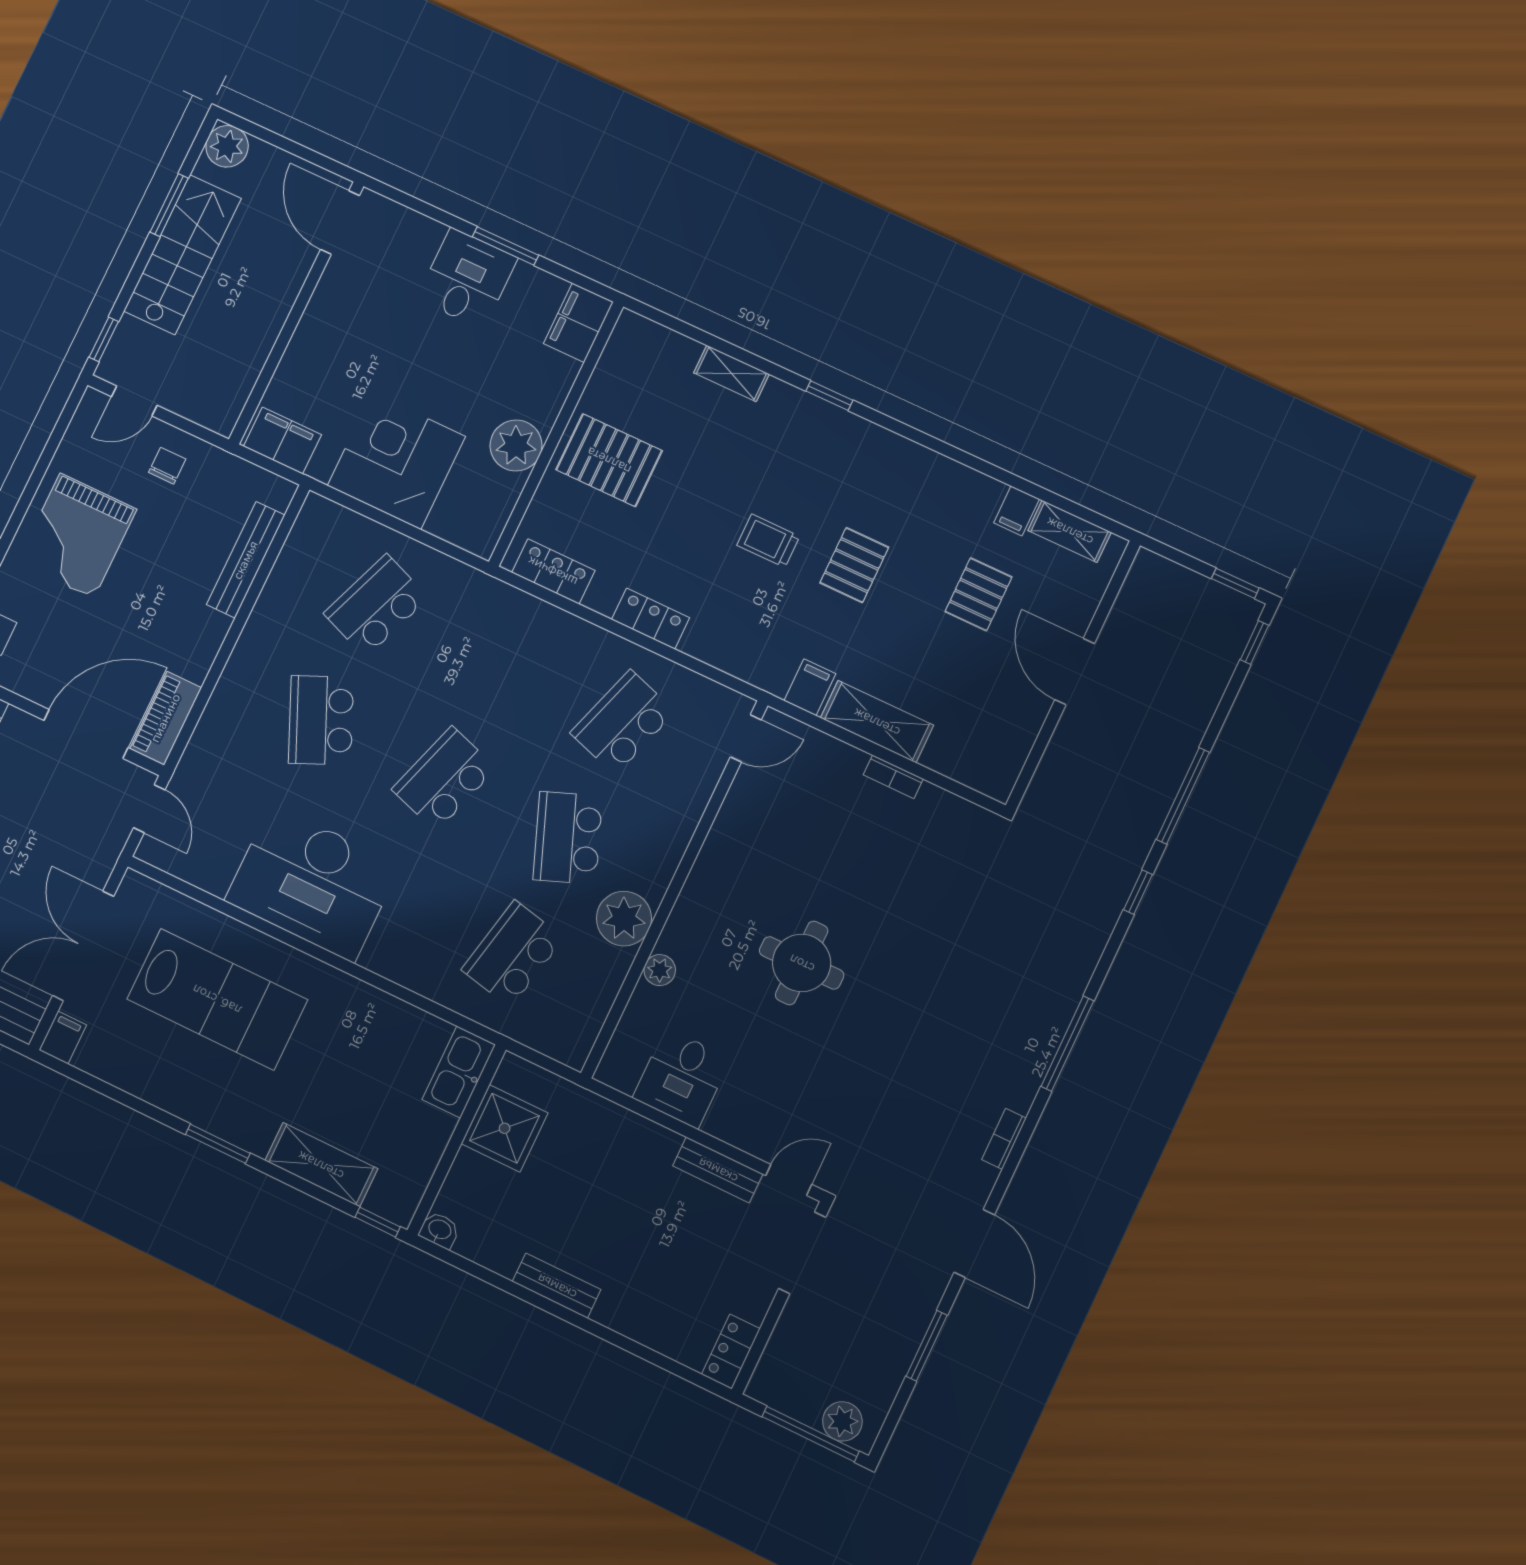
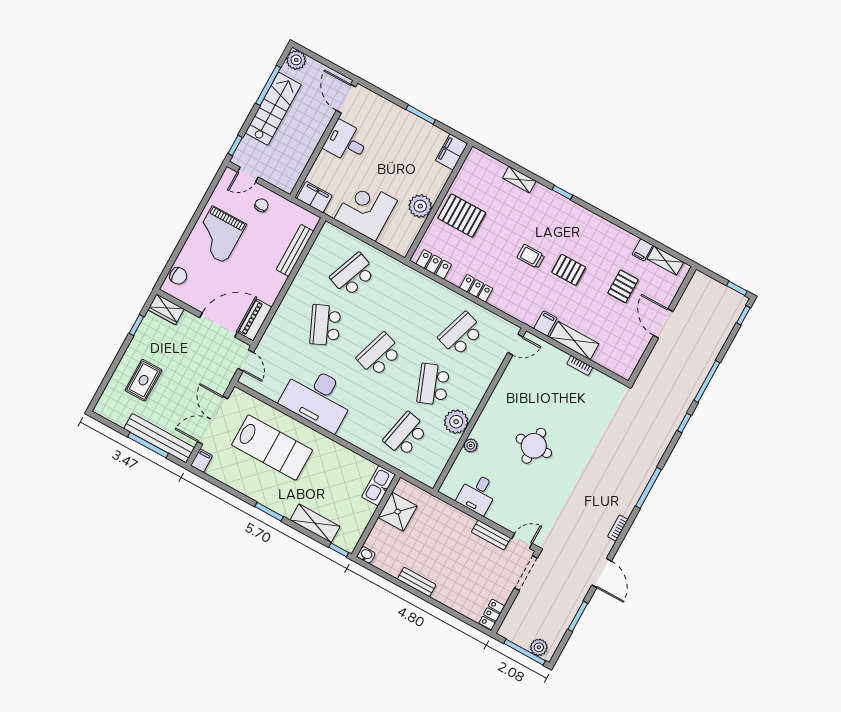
window: (169, 205) -> (268, 85), width x1.44
desk: (467, 279) -> (346, 142), moved, turned -90
pallet: (854, 565) -> (569, 270), turned 90

